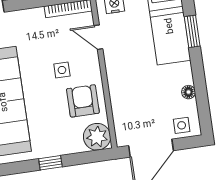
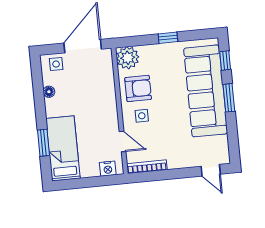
side table: (62, 70) -> (142, 116), moved
armchair: (83, 101) -> (138, 88), turned -90

